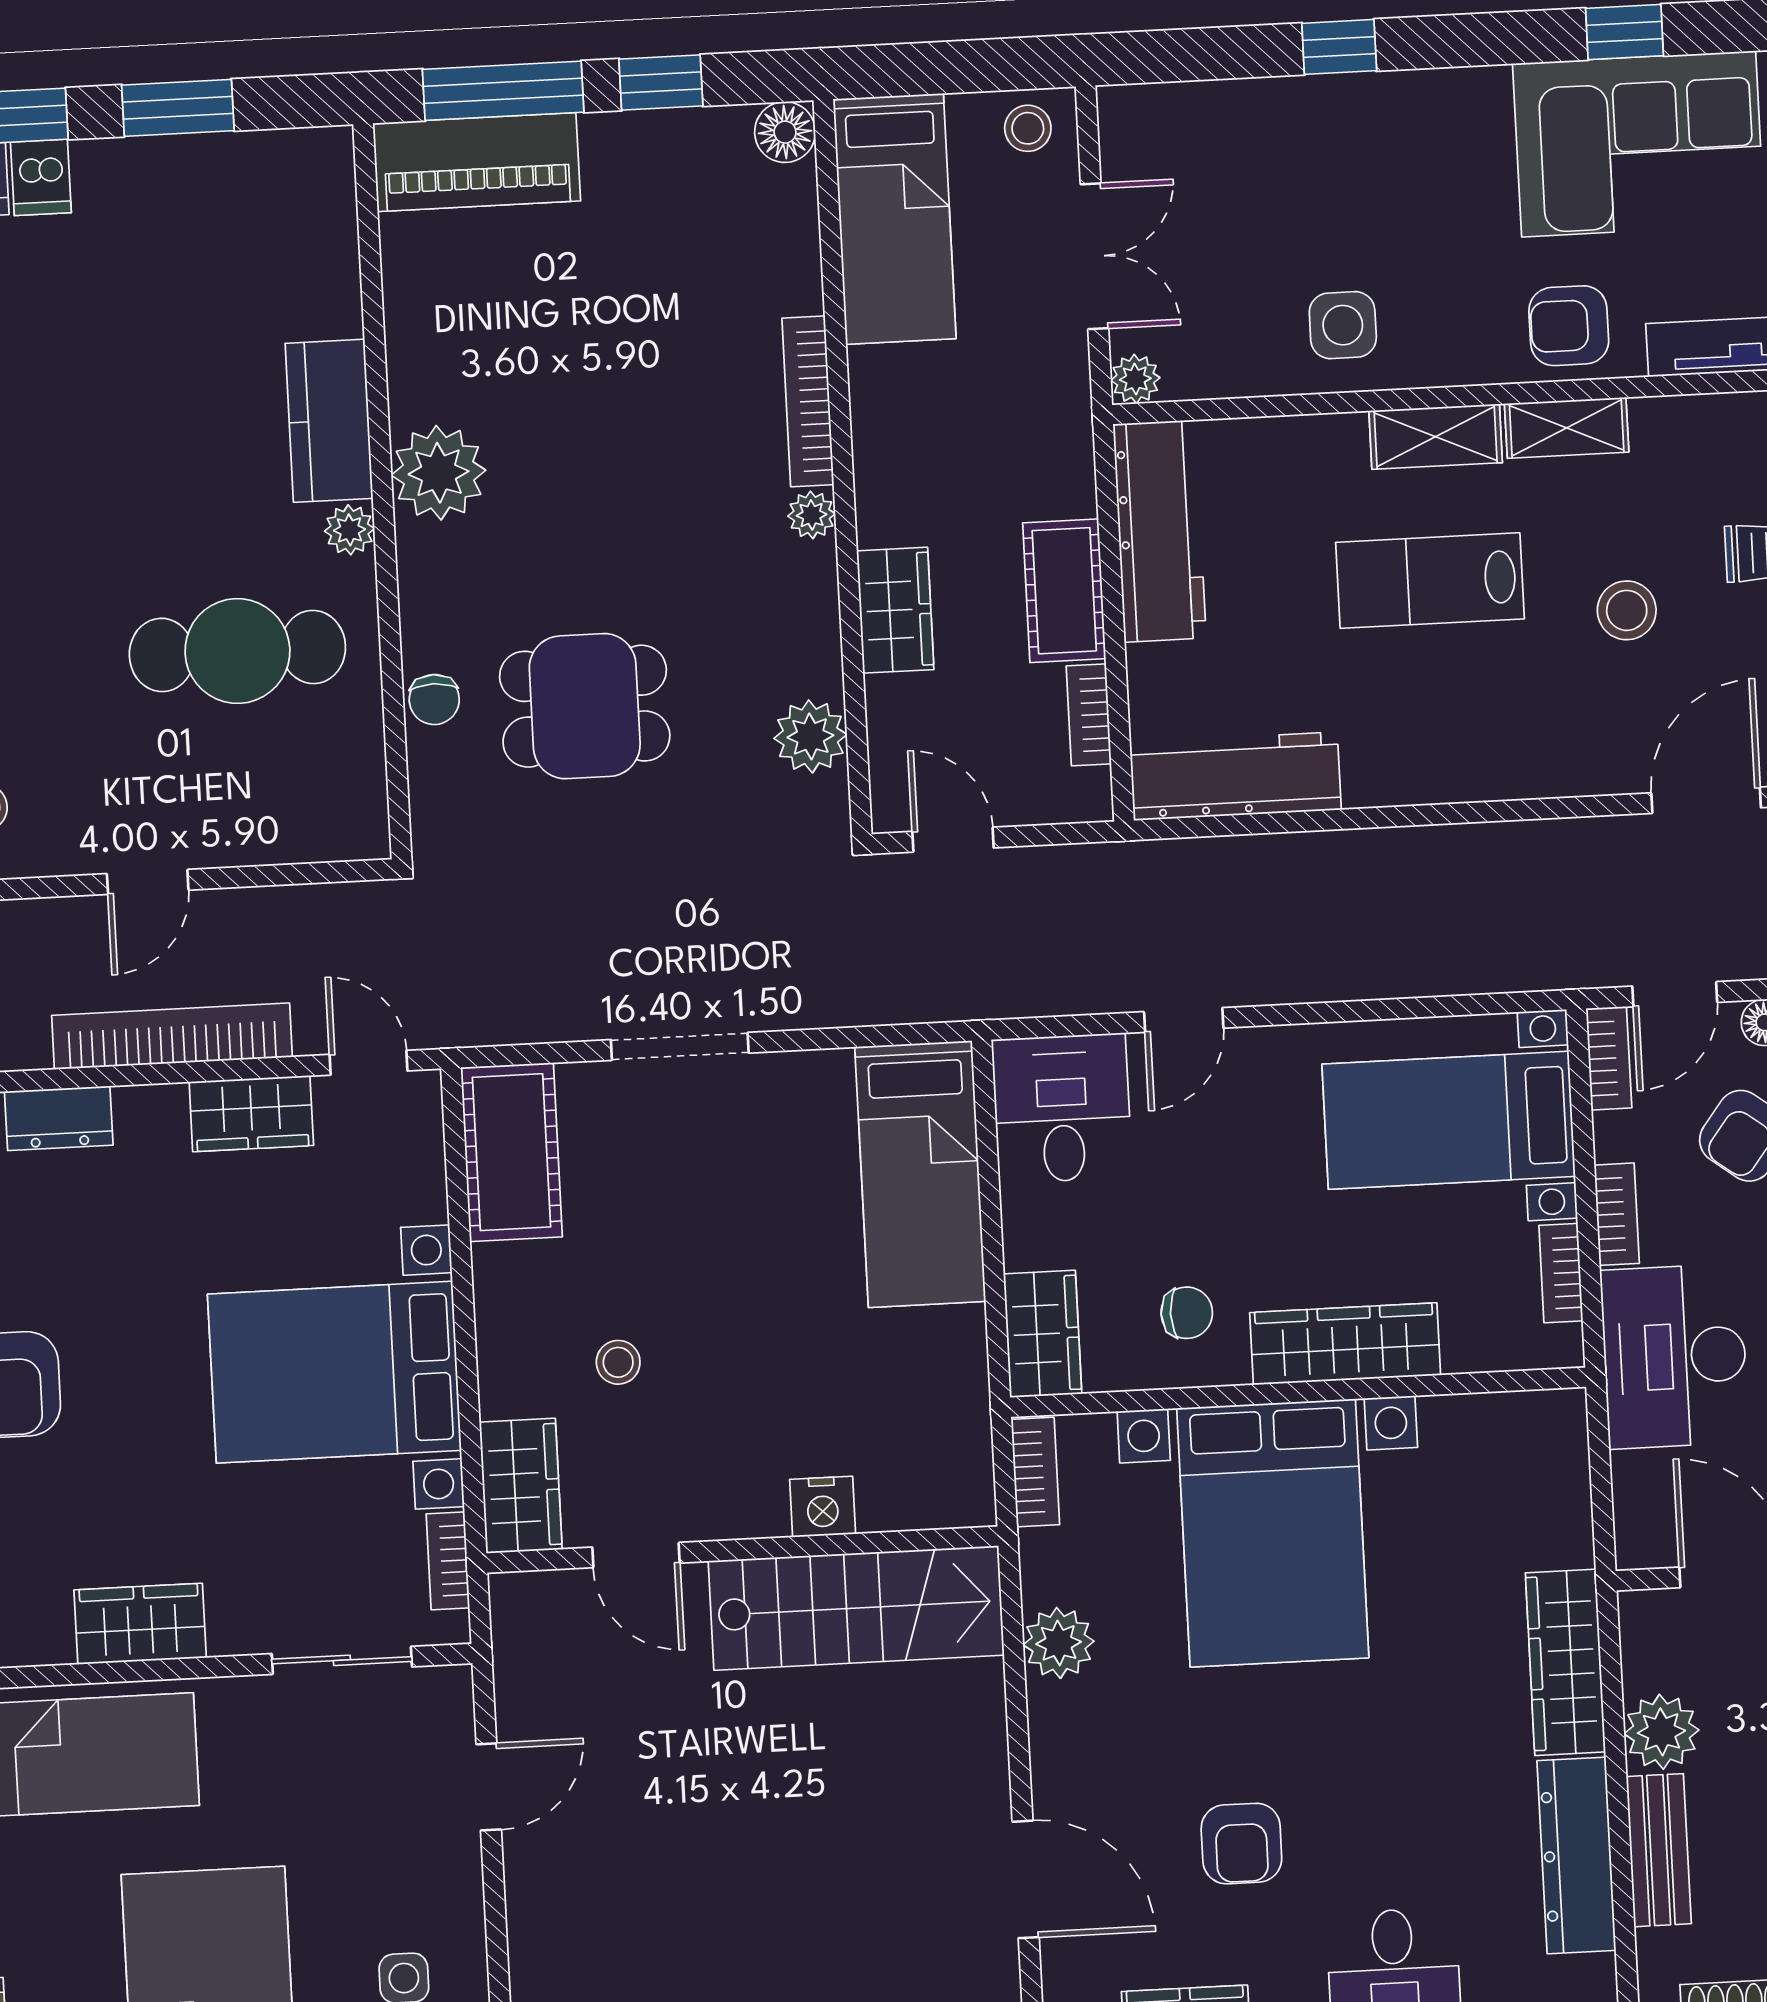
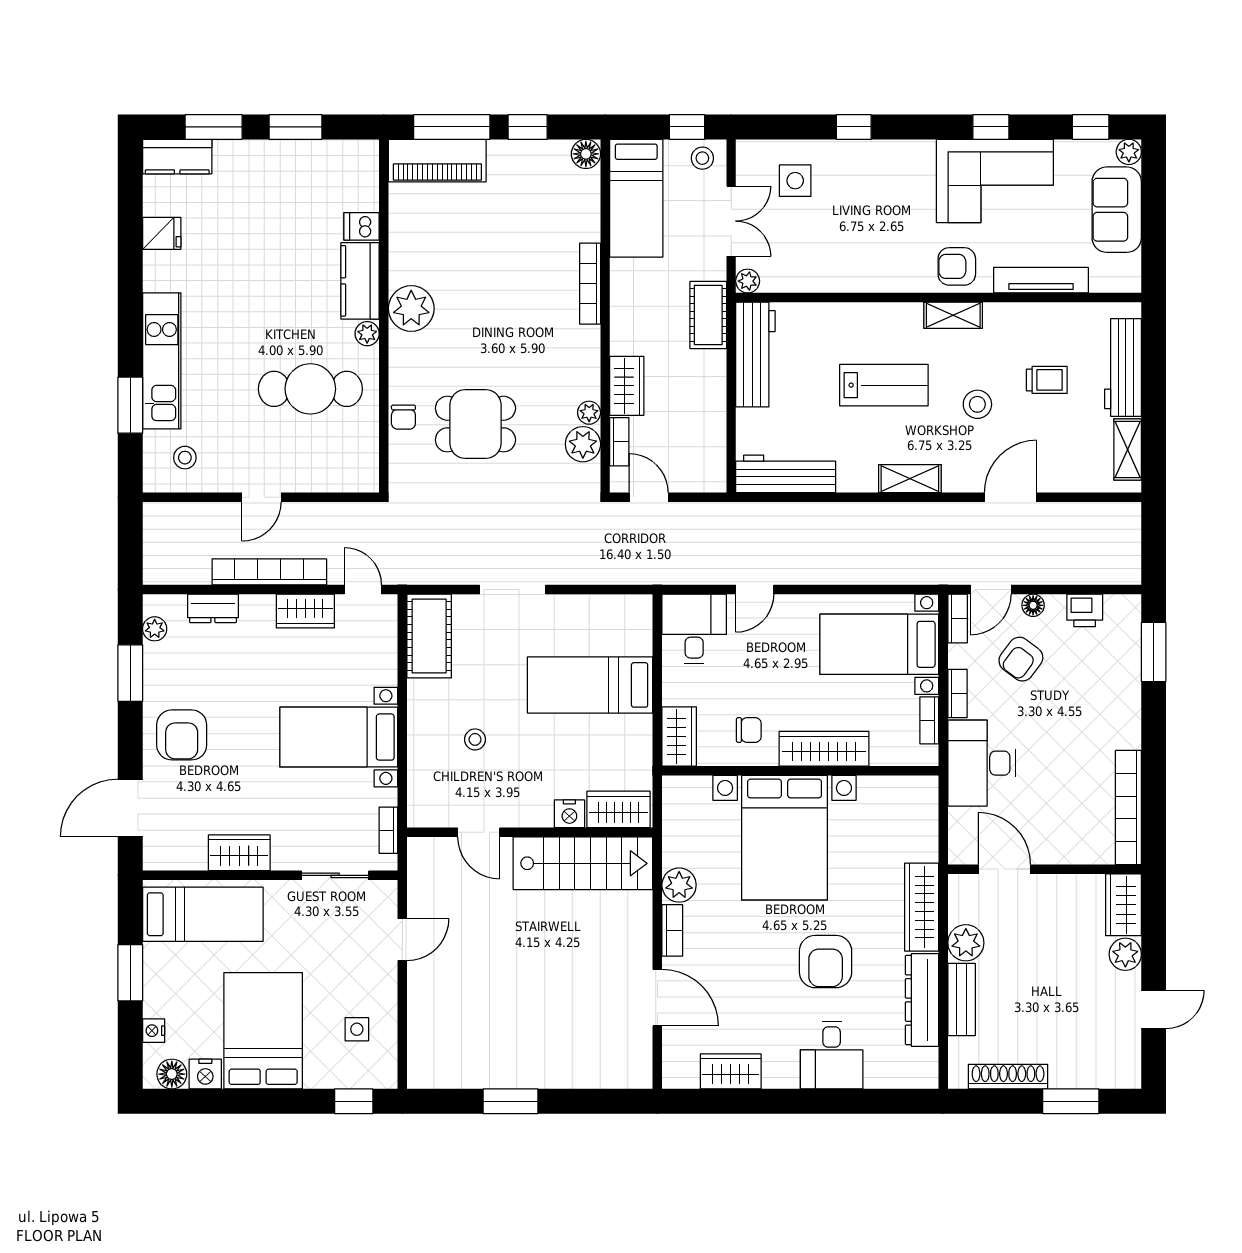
window: (992, 65) -> (687, 127), added
dishwasher: (41, 177) -> (362, 226), moved, turned 90
side table: (1343, 325) -> (795, 181), moved
shelving: (1436, 437) -> (910, 479), moved
plant: (812, 515) -> (589, 413), moved
lab bench: (1430, 581) -> (884, 385), turned 180
cot: (1064, 591) -> (708, 315), moved
bookcase: (1089, 715) -> (619, 442), moved, turned 180
bed: (920, 1174) -> (590, 685), moved, turned 90
bed with nightstands: (334, 1372) -> (339, 737), width x0.73
bookcase: (1035, 1472) -> (672, 930), moved
wardrobe: (521, 1486) -> (619, 809), moved, turned -90
armchair: (1241, 1844) -> (826, 962), moved, width x1.38, depth x1.38

